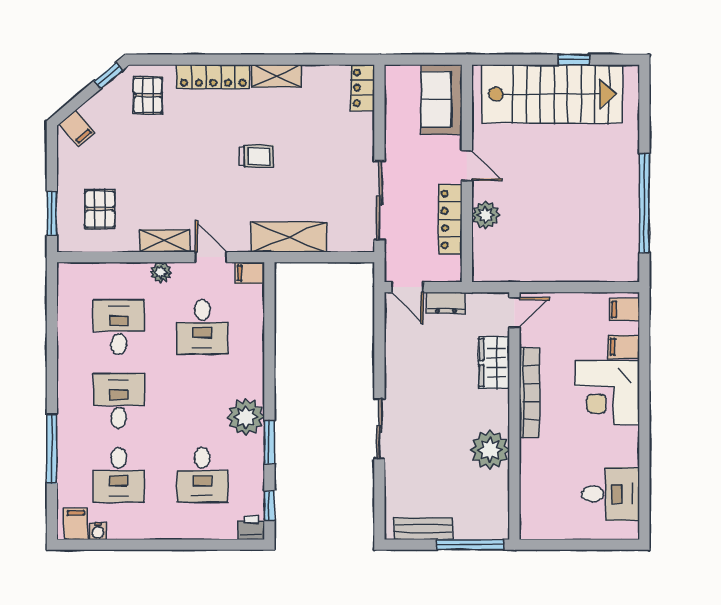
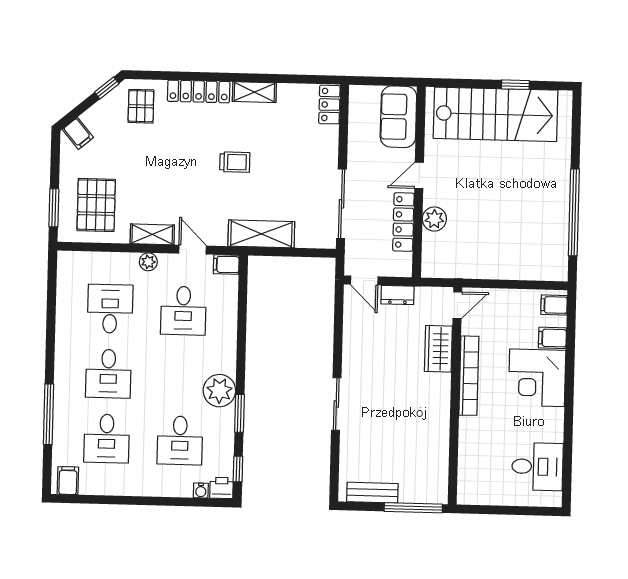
door: (467, 166) -> (419, 175), swing flipped
pallet: (100, 209) -> (96, 205), width x1.50, depth x1.42
desk: (119, 401) -> (108, 374), turned 180
plant: (490, 450) -> (433, 425), removed
water cooler: (98, 531) -> (201, 490), moved

